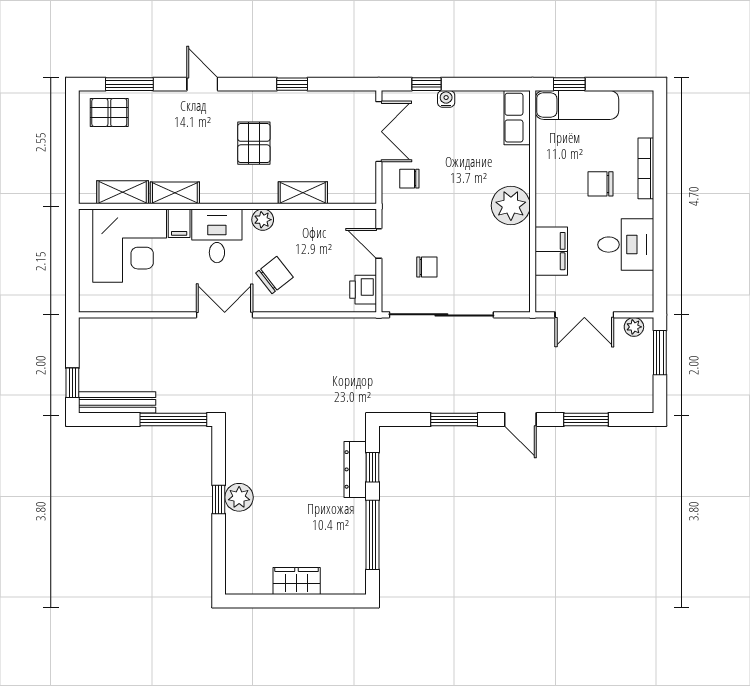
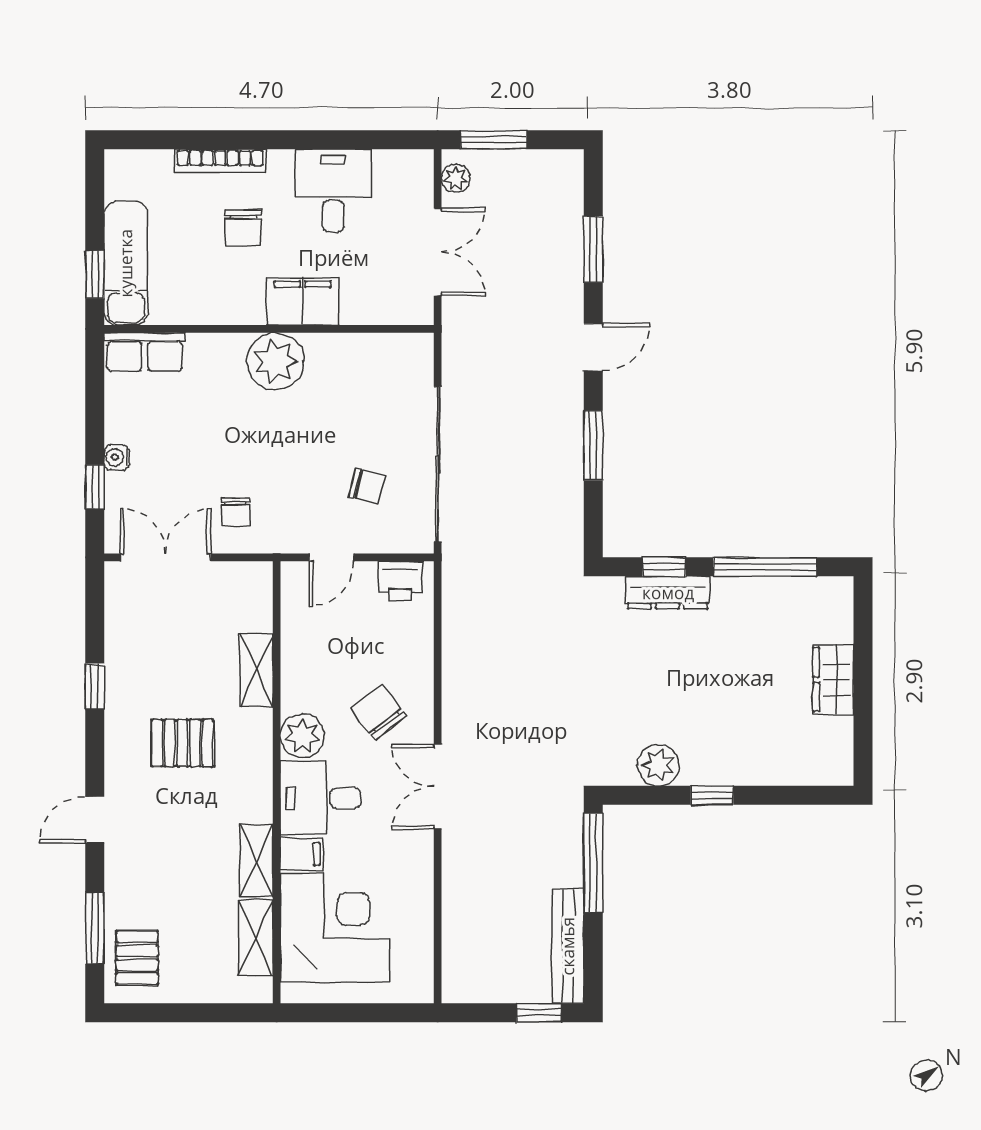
plant: (263, 220) -> (302, 736), width x1.38, depth x1.38
filing cabinet: (551, 251) -> (303, 301), moved
chair: (427, 267) -> (367, 486), turned 104
plant: (239, 497) -> (658, 765), moved

